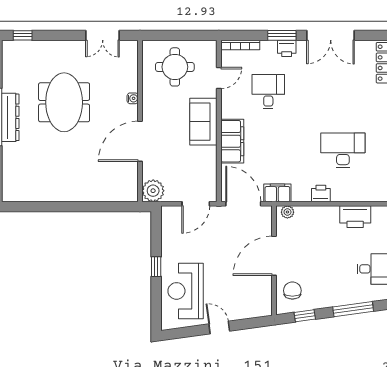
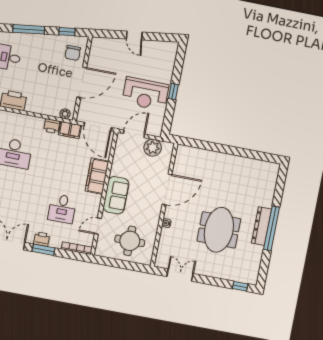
plant: (153, 191) -> (153, 148), moved
printer: (321, 193) -> (52, 126), moved
reception desk: (186, 291) -> (145, 94), moved, turned 90

